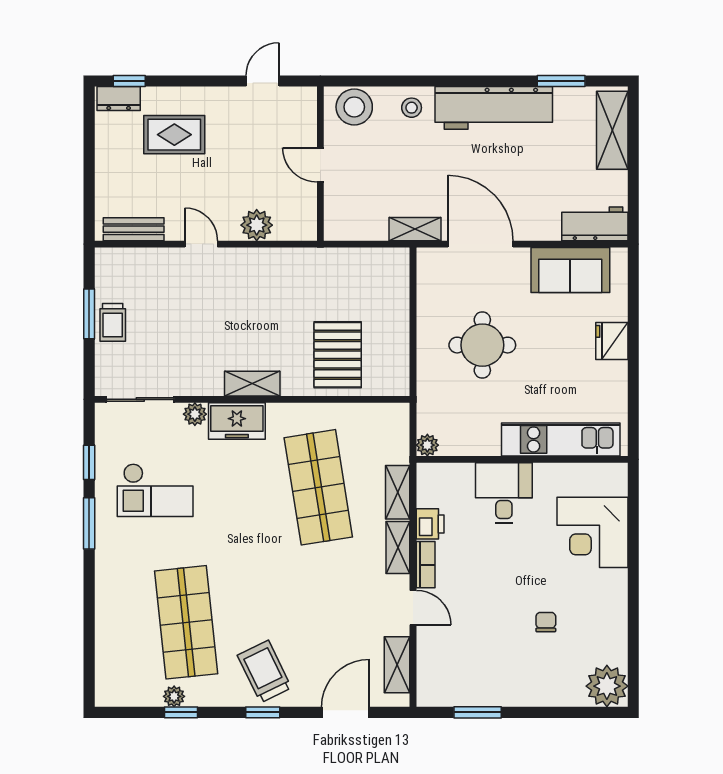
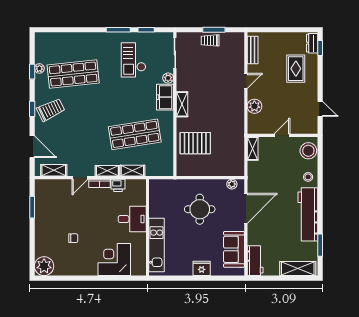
shelving: (415, 229) -> (253, 149), moved
plant: (427, 445) -> (232, 184), moved

